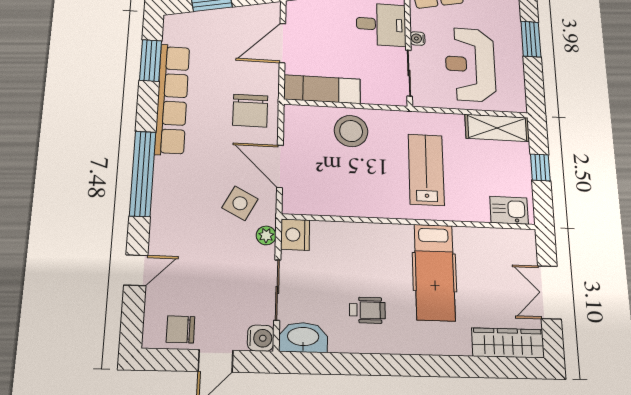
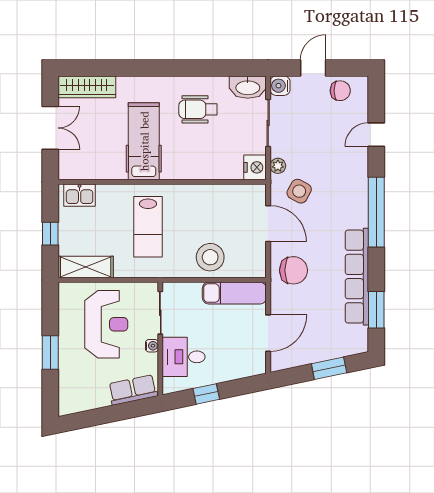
chair: (250, 111) -> (293, 270), turned 90
wheelchair: (367, 310) -> (198, 109), width x1.36, depth x1.37

